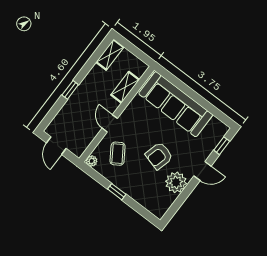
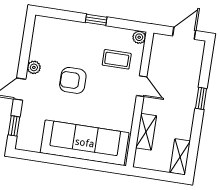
door: (56, 146) -> (184, 33), hinge flipped
coffee table: (118, 154) -> (117, 59), turned -57
armchair: (159, 156) -> (73, 80), turned -105
plant: (176, 182) -> (34, 67), width x0.53, depth x0.53

